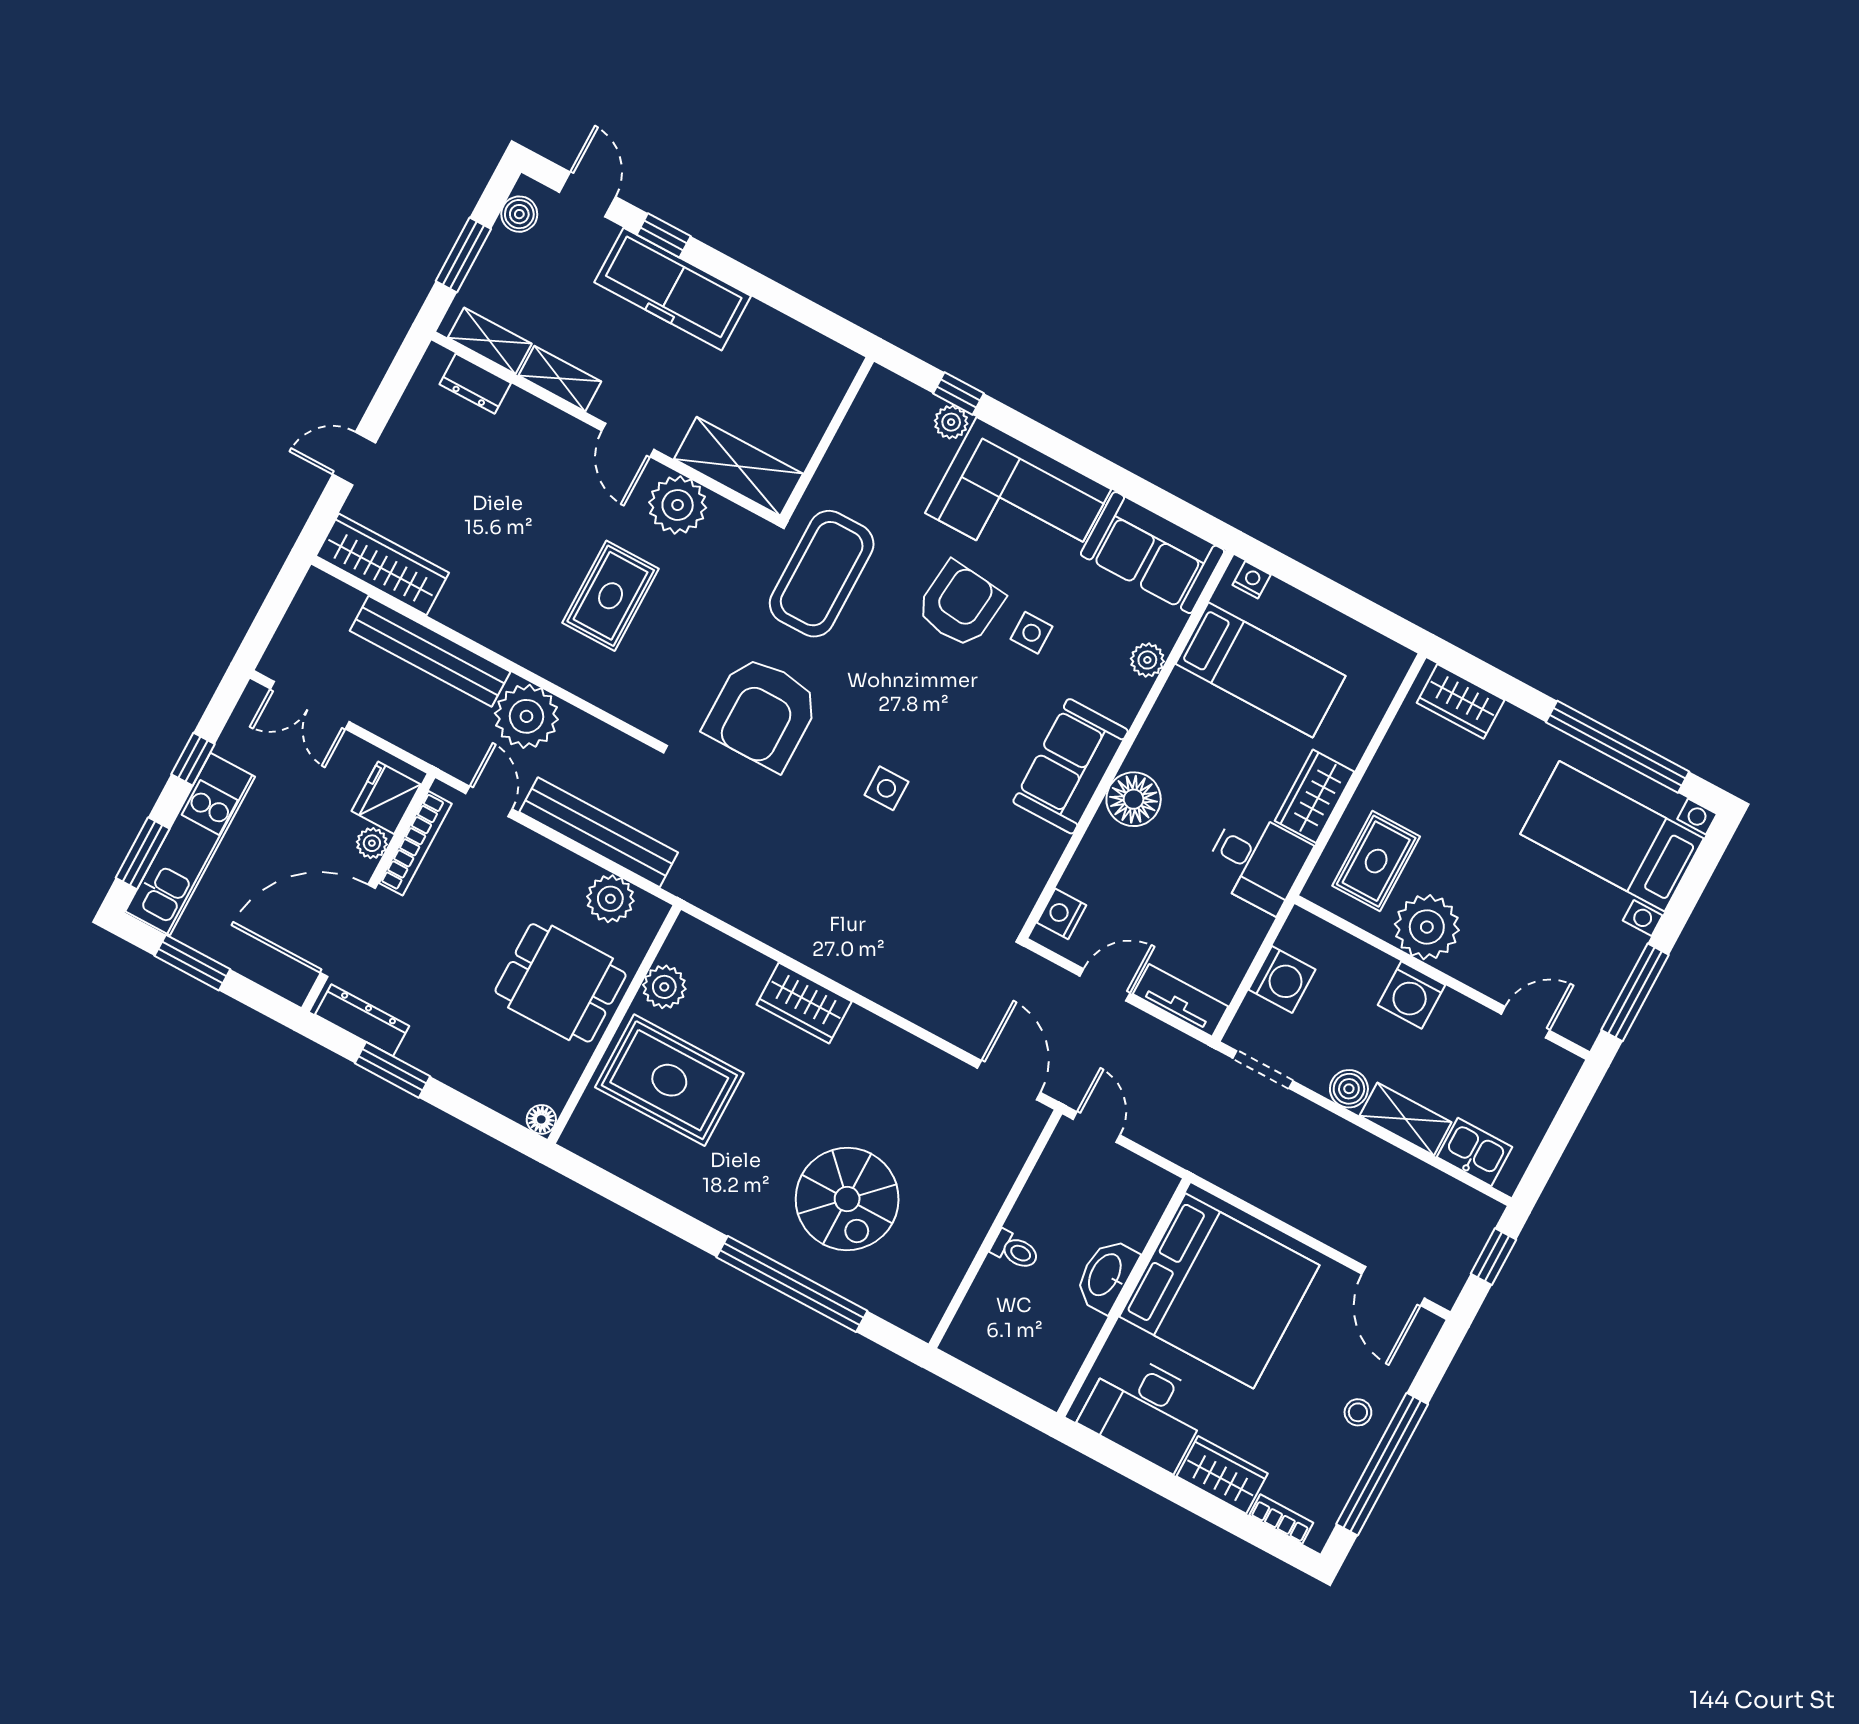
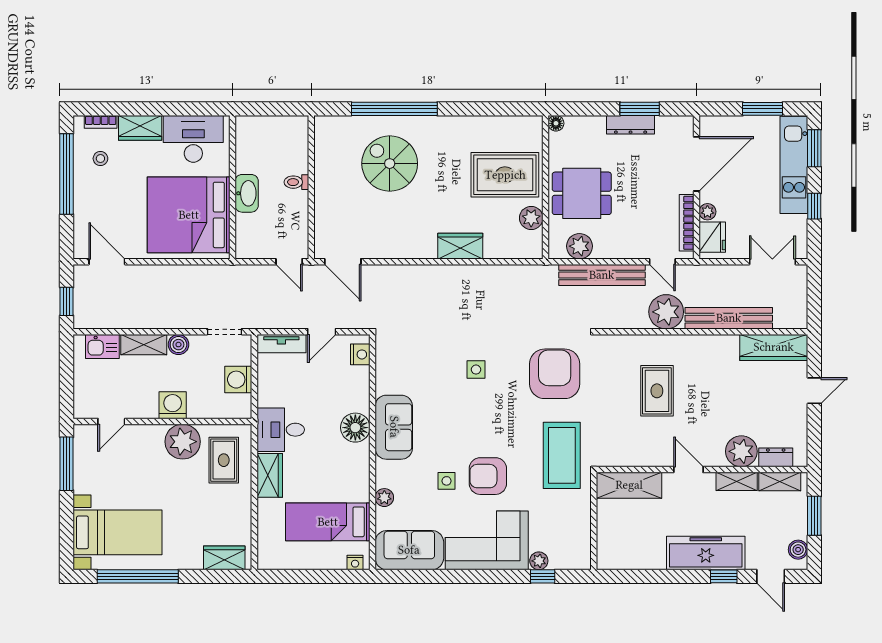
plant: (678, 505) -> (741, 451), moved
armchair: (960, 605) -> (488, 476), turned 84
dresser: (362, 1020) -> (631, 125), moved
stool: (1358, 1412) -> (100, 159), moved

